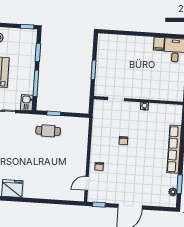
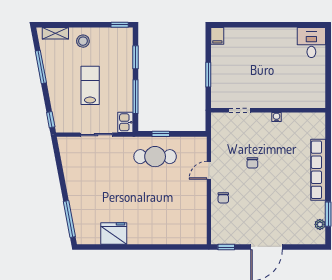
filing cabinet: (159, 44) -> (217, 36), moved
cafe table: (48, 131) -> (155, 157), width x1.37, depth x1.35
door: (87, 183) -> (209, 170), moved

